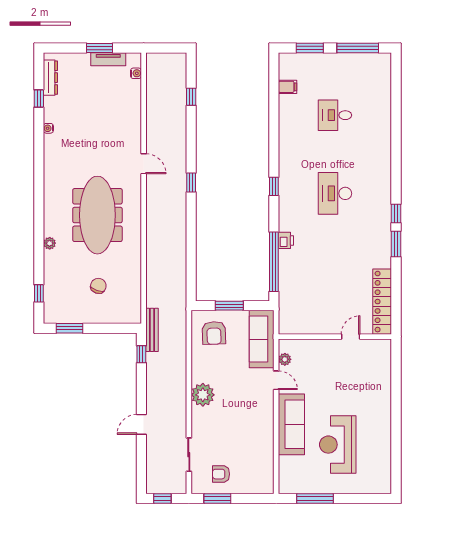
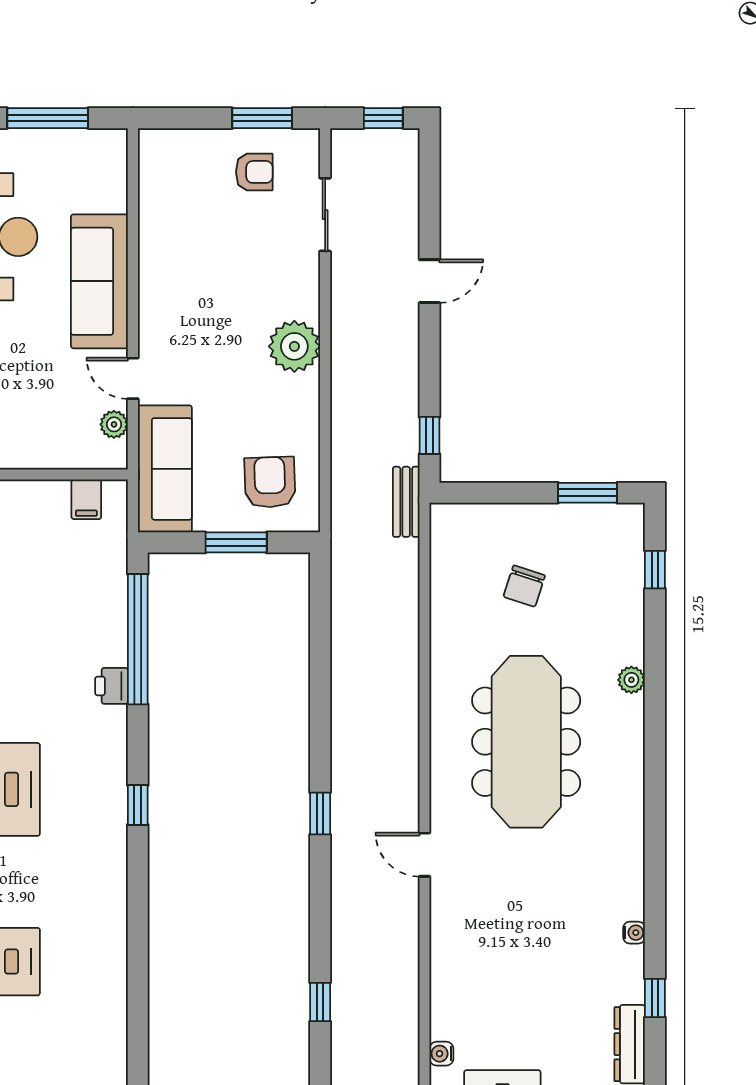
filing cabinet: (287, 87) -> (86, 499), moved, turned -90
bench: (152, 330) -> (406, 502), width x0.73

